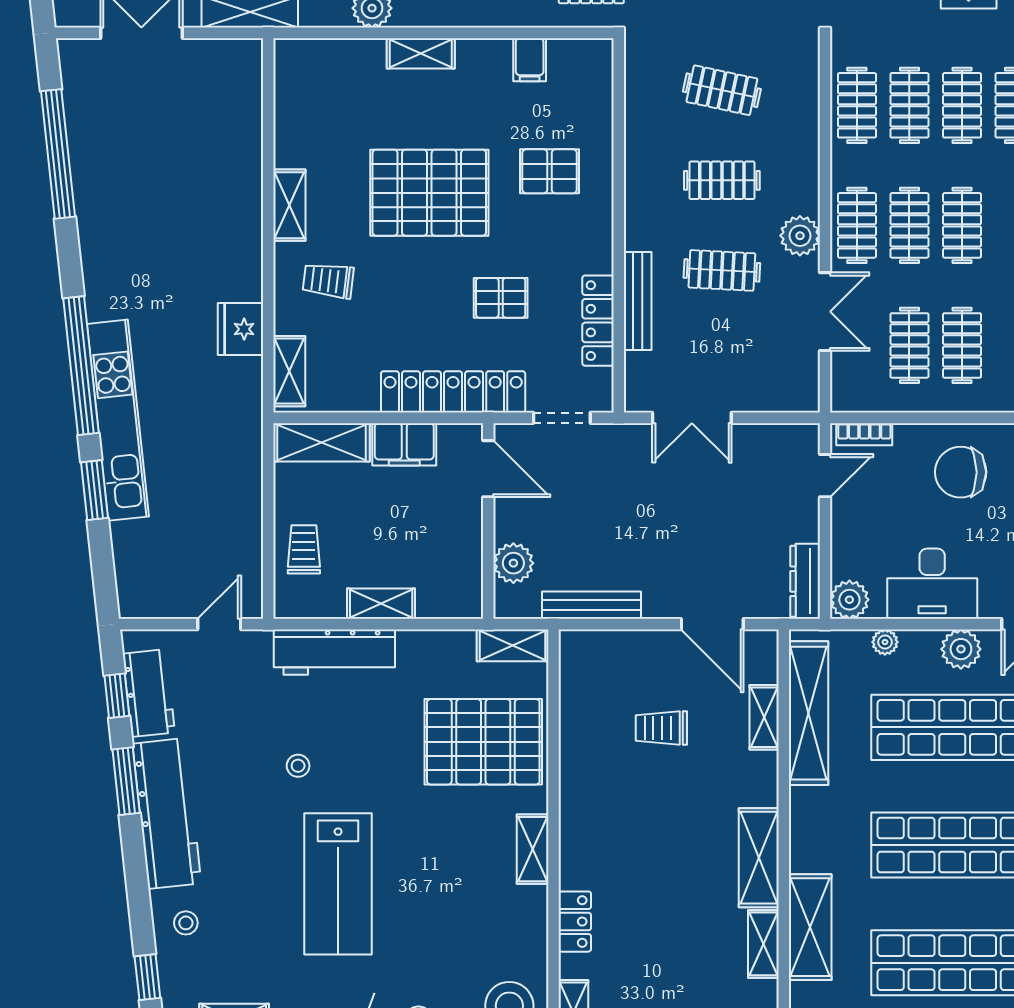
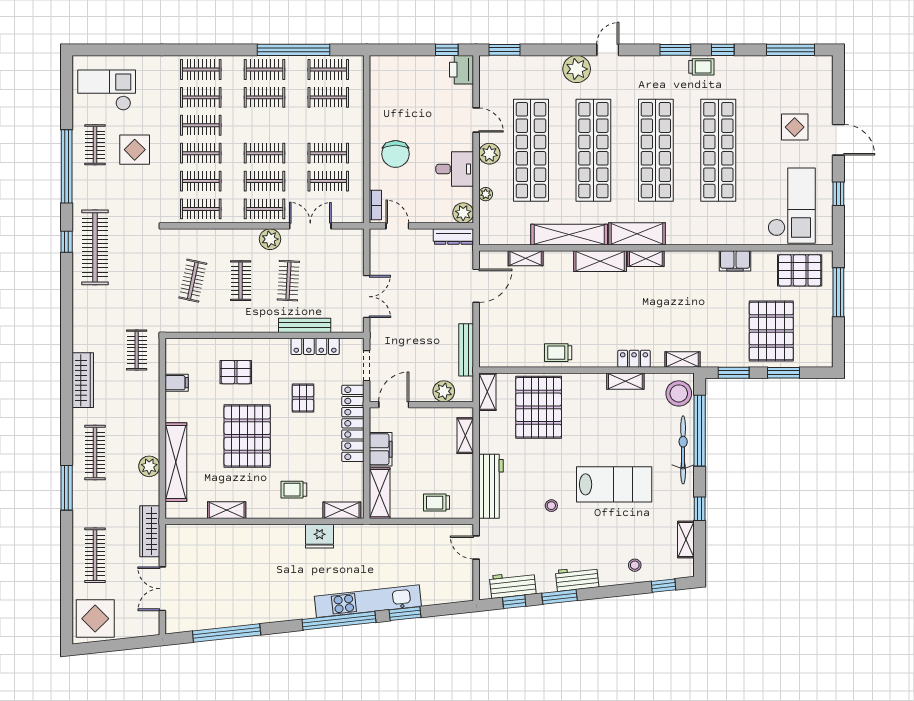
shelving: (421, 53) -> (176, 462), width x2.20, depth x1.33
pallet: (550, 171) -> (236, 372), turned 90
shelving: (289, 205) -> (227, 510), moved
trolley: (328, 281) -> (294, 490), turned 83
desk: (932, 584) -> (455, 169), width x0.73
shelving: (381, 604) -> (465, 436), moved
shelving: (809, 713) -> (569, 235), moved
trolley: (661, 728) -> (558, 353), moved, turned 90
workbench: (167, 813) -> (577, 579), width x0.53, depth x0.76
shelving: (533, 849) -> (625, 381), moved

